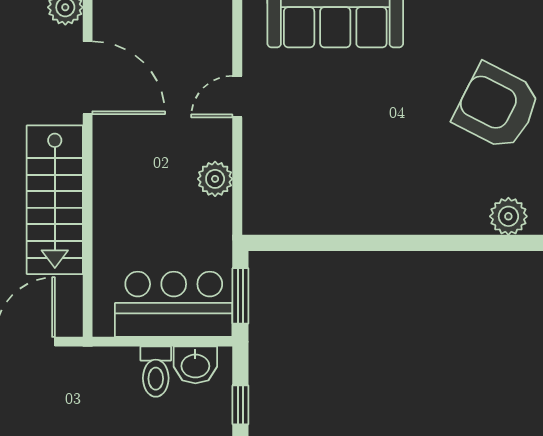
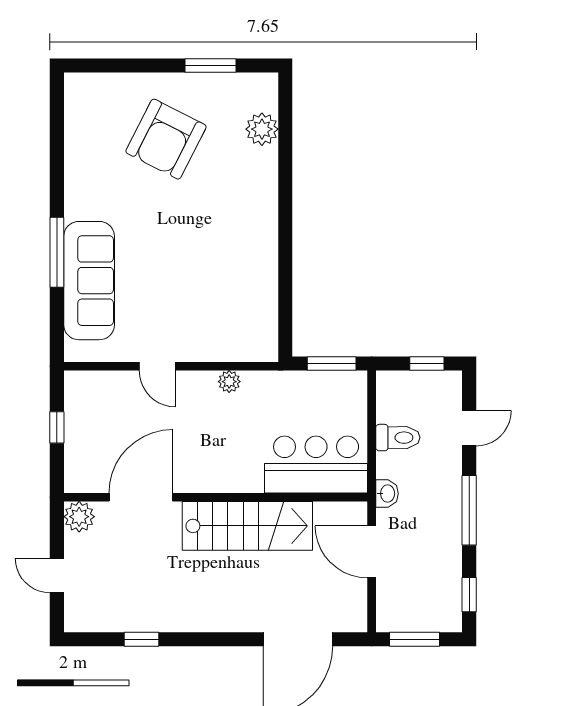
plant: (215, 179) -> (229, 382), width x0.73, depth x0.73
bar counter: (174, 304) -> (316, 464), moved, turned 90
washbasin: (195, 365) -> (387, 494), moved, width x0.72, depth x0.69

